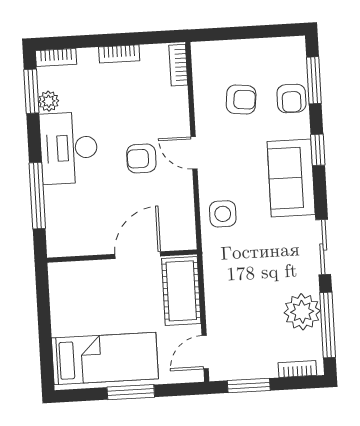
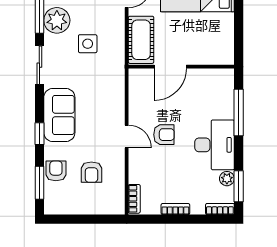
armchair: (241, 100) -> (91, 172), turned -96
side table: (223, 214) -> (88, 44), moved

